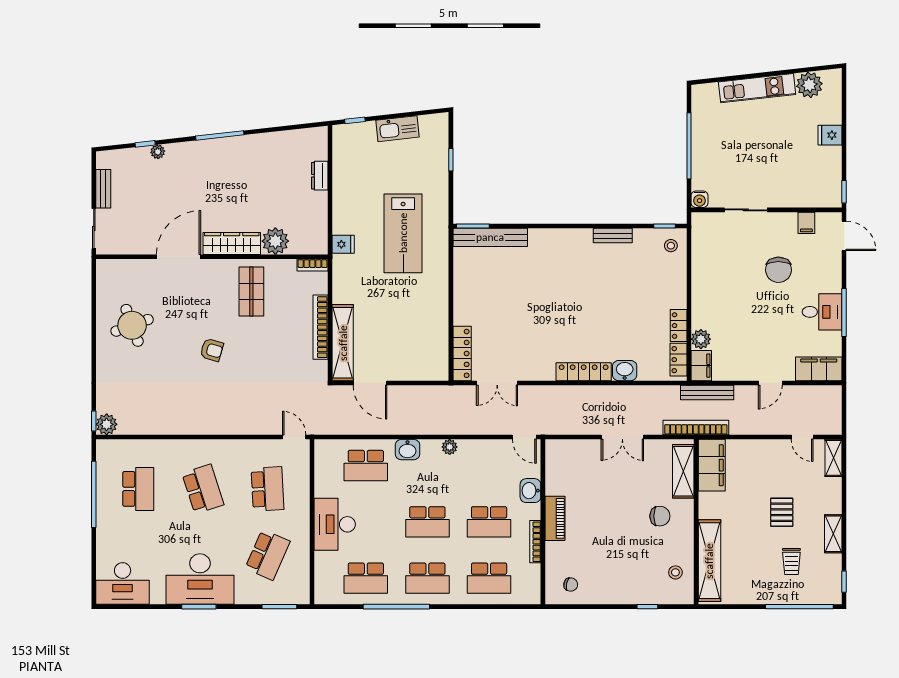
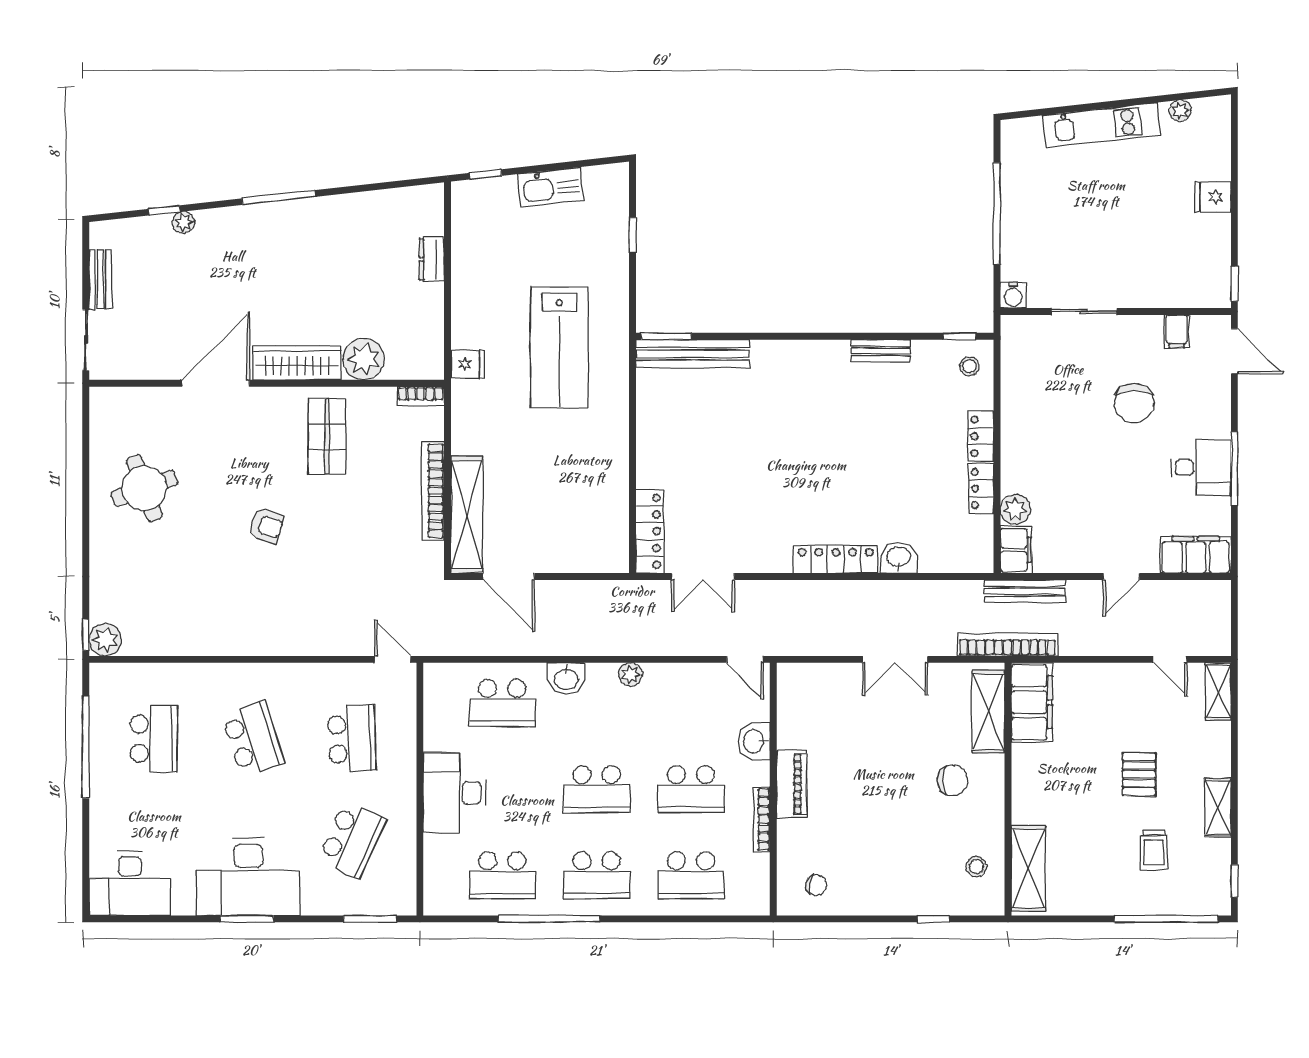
plant: (809, 85) -> (1180, 111), width x0.53, depth x0.53
locker: (678, 360) -> (981, 436), moved
shelving: (709, 561) -> (1028, 868), width x0.68

